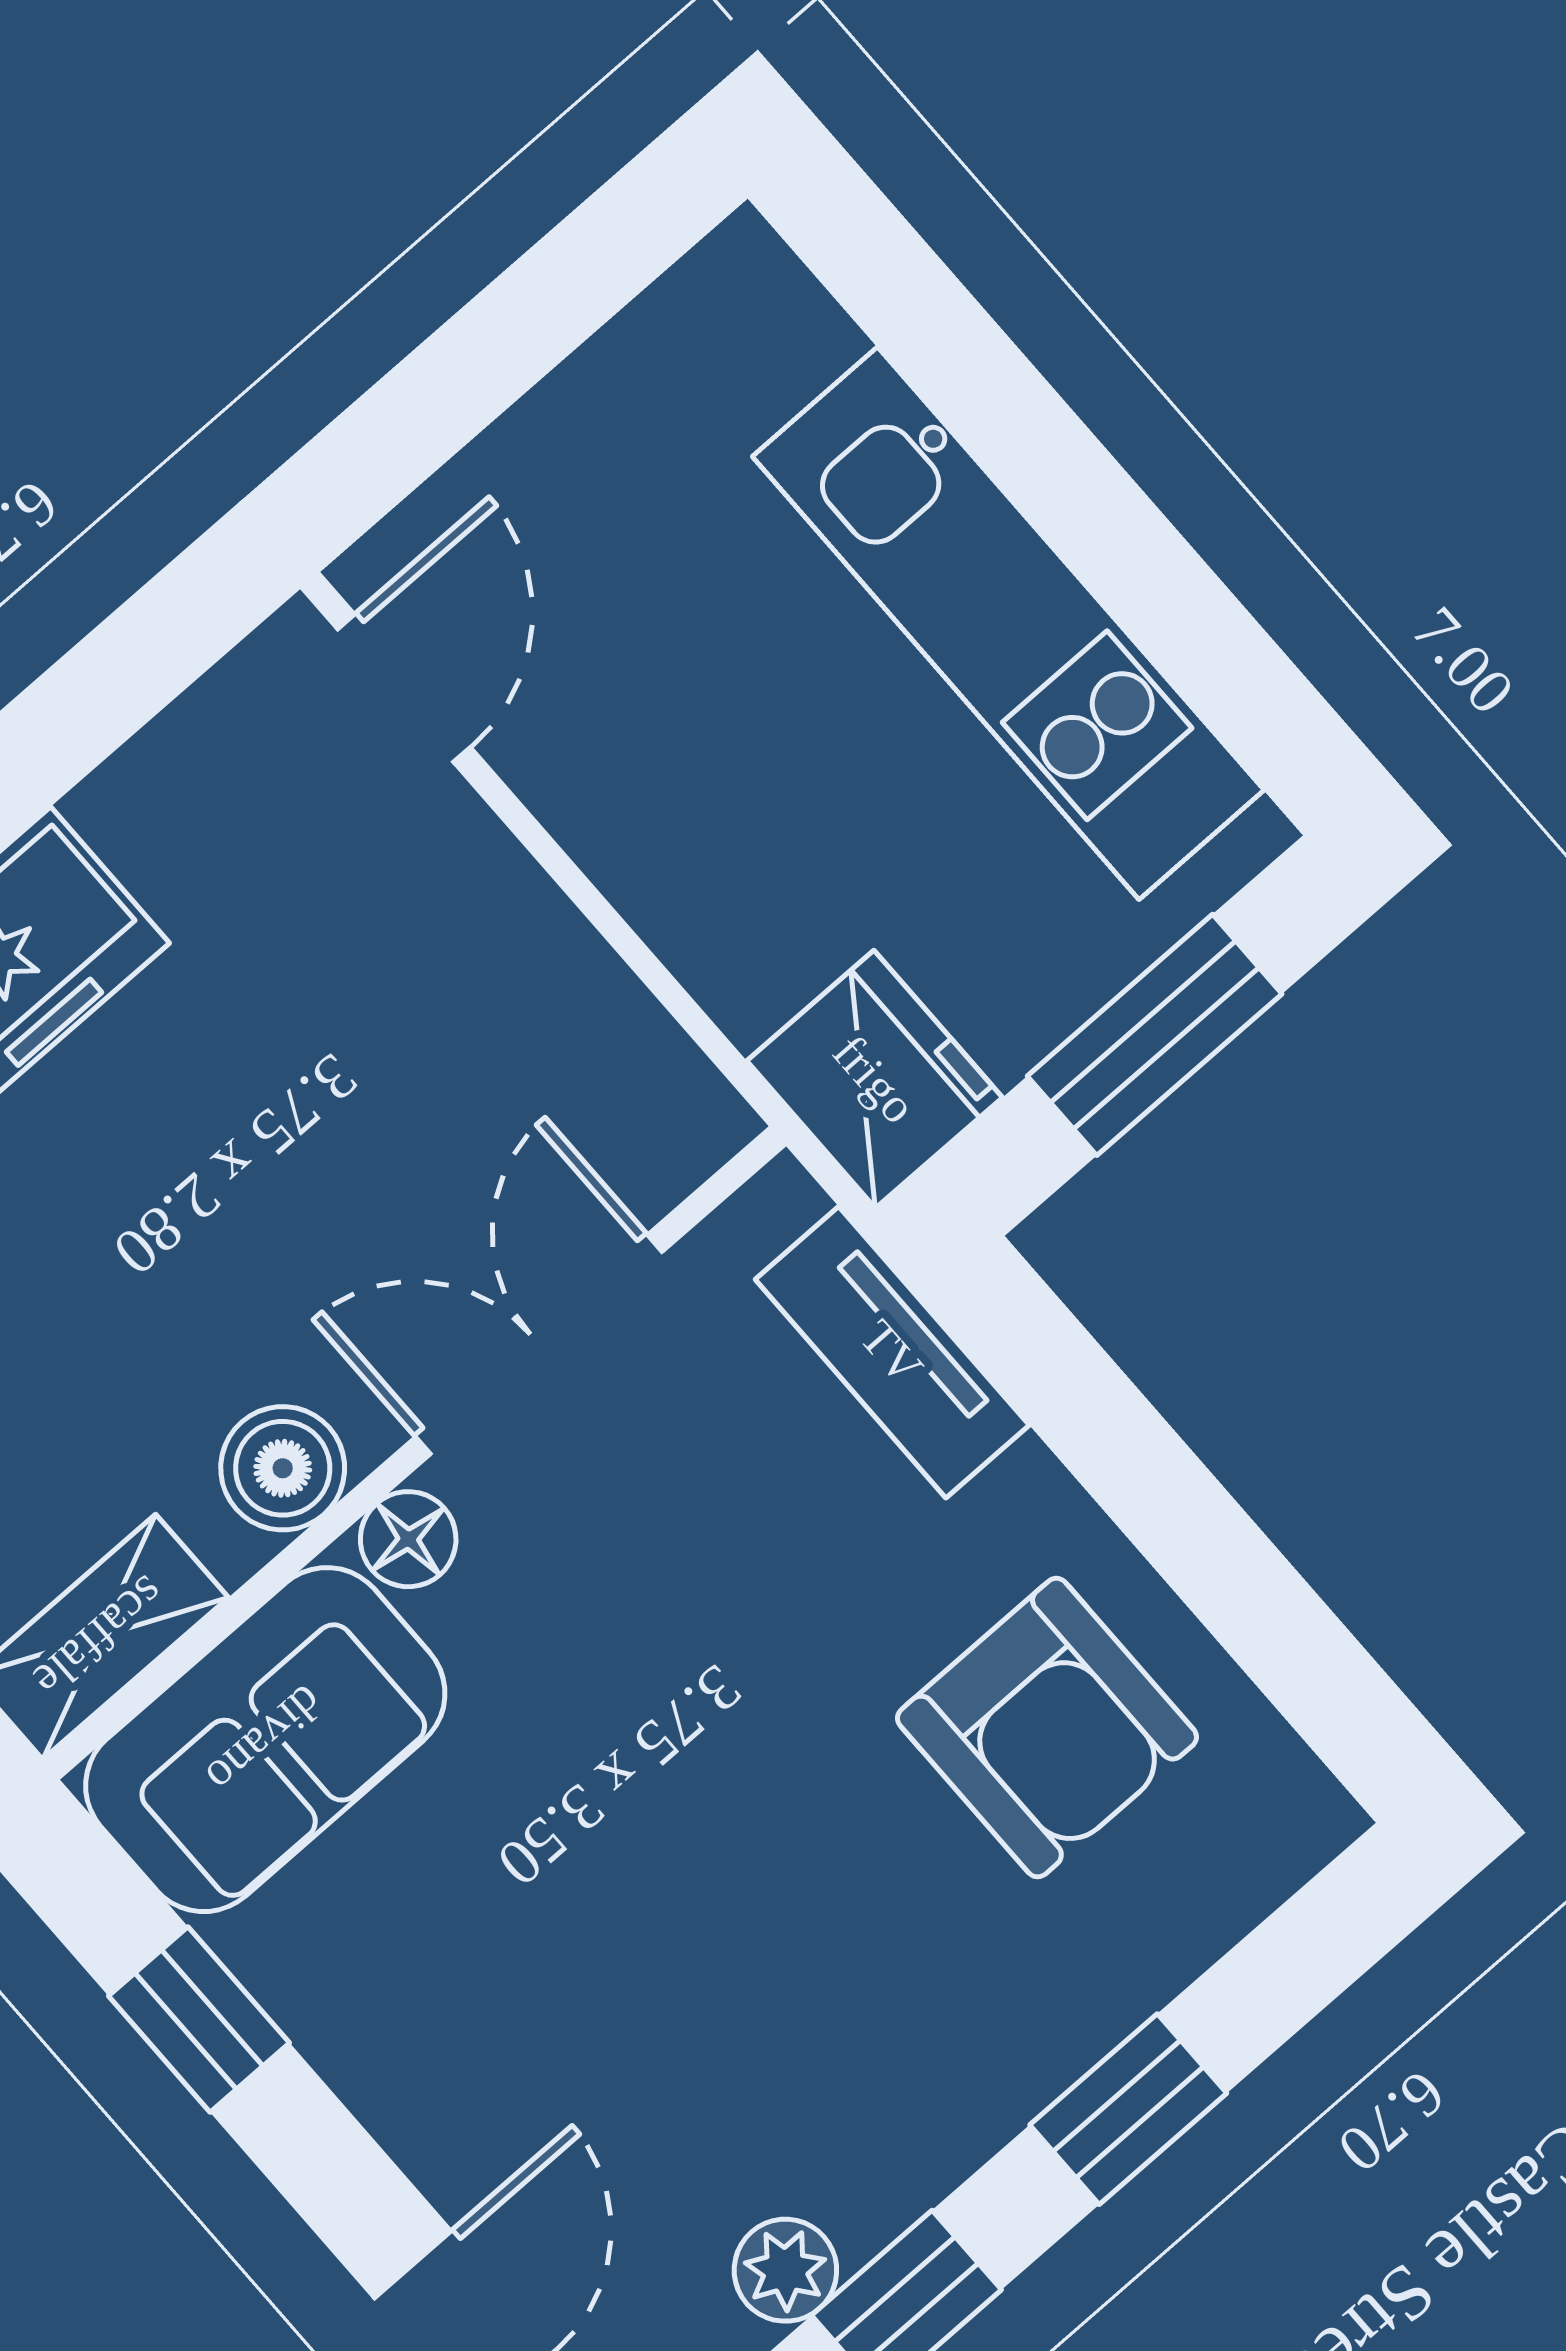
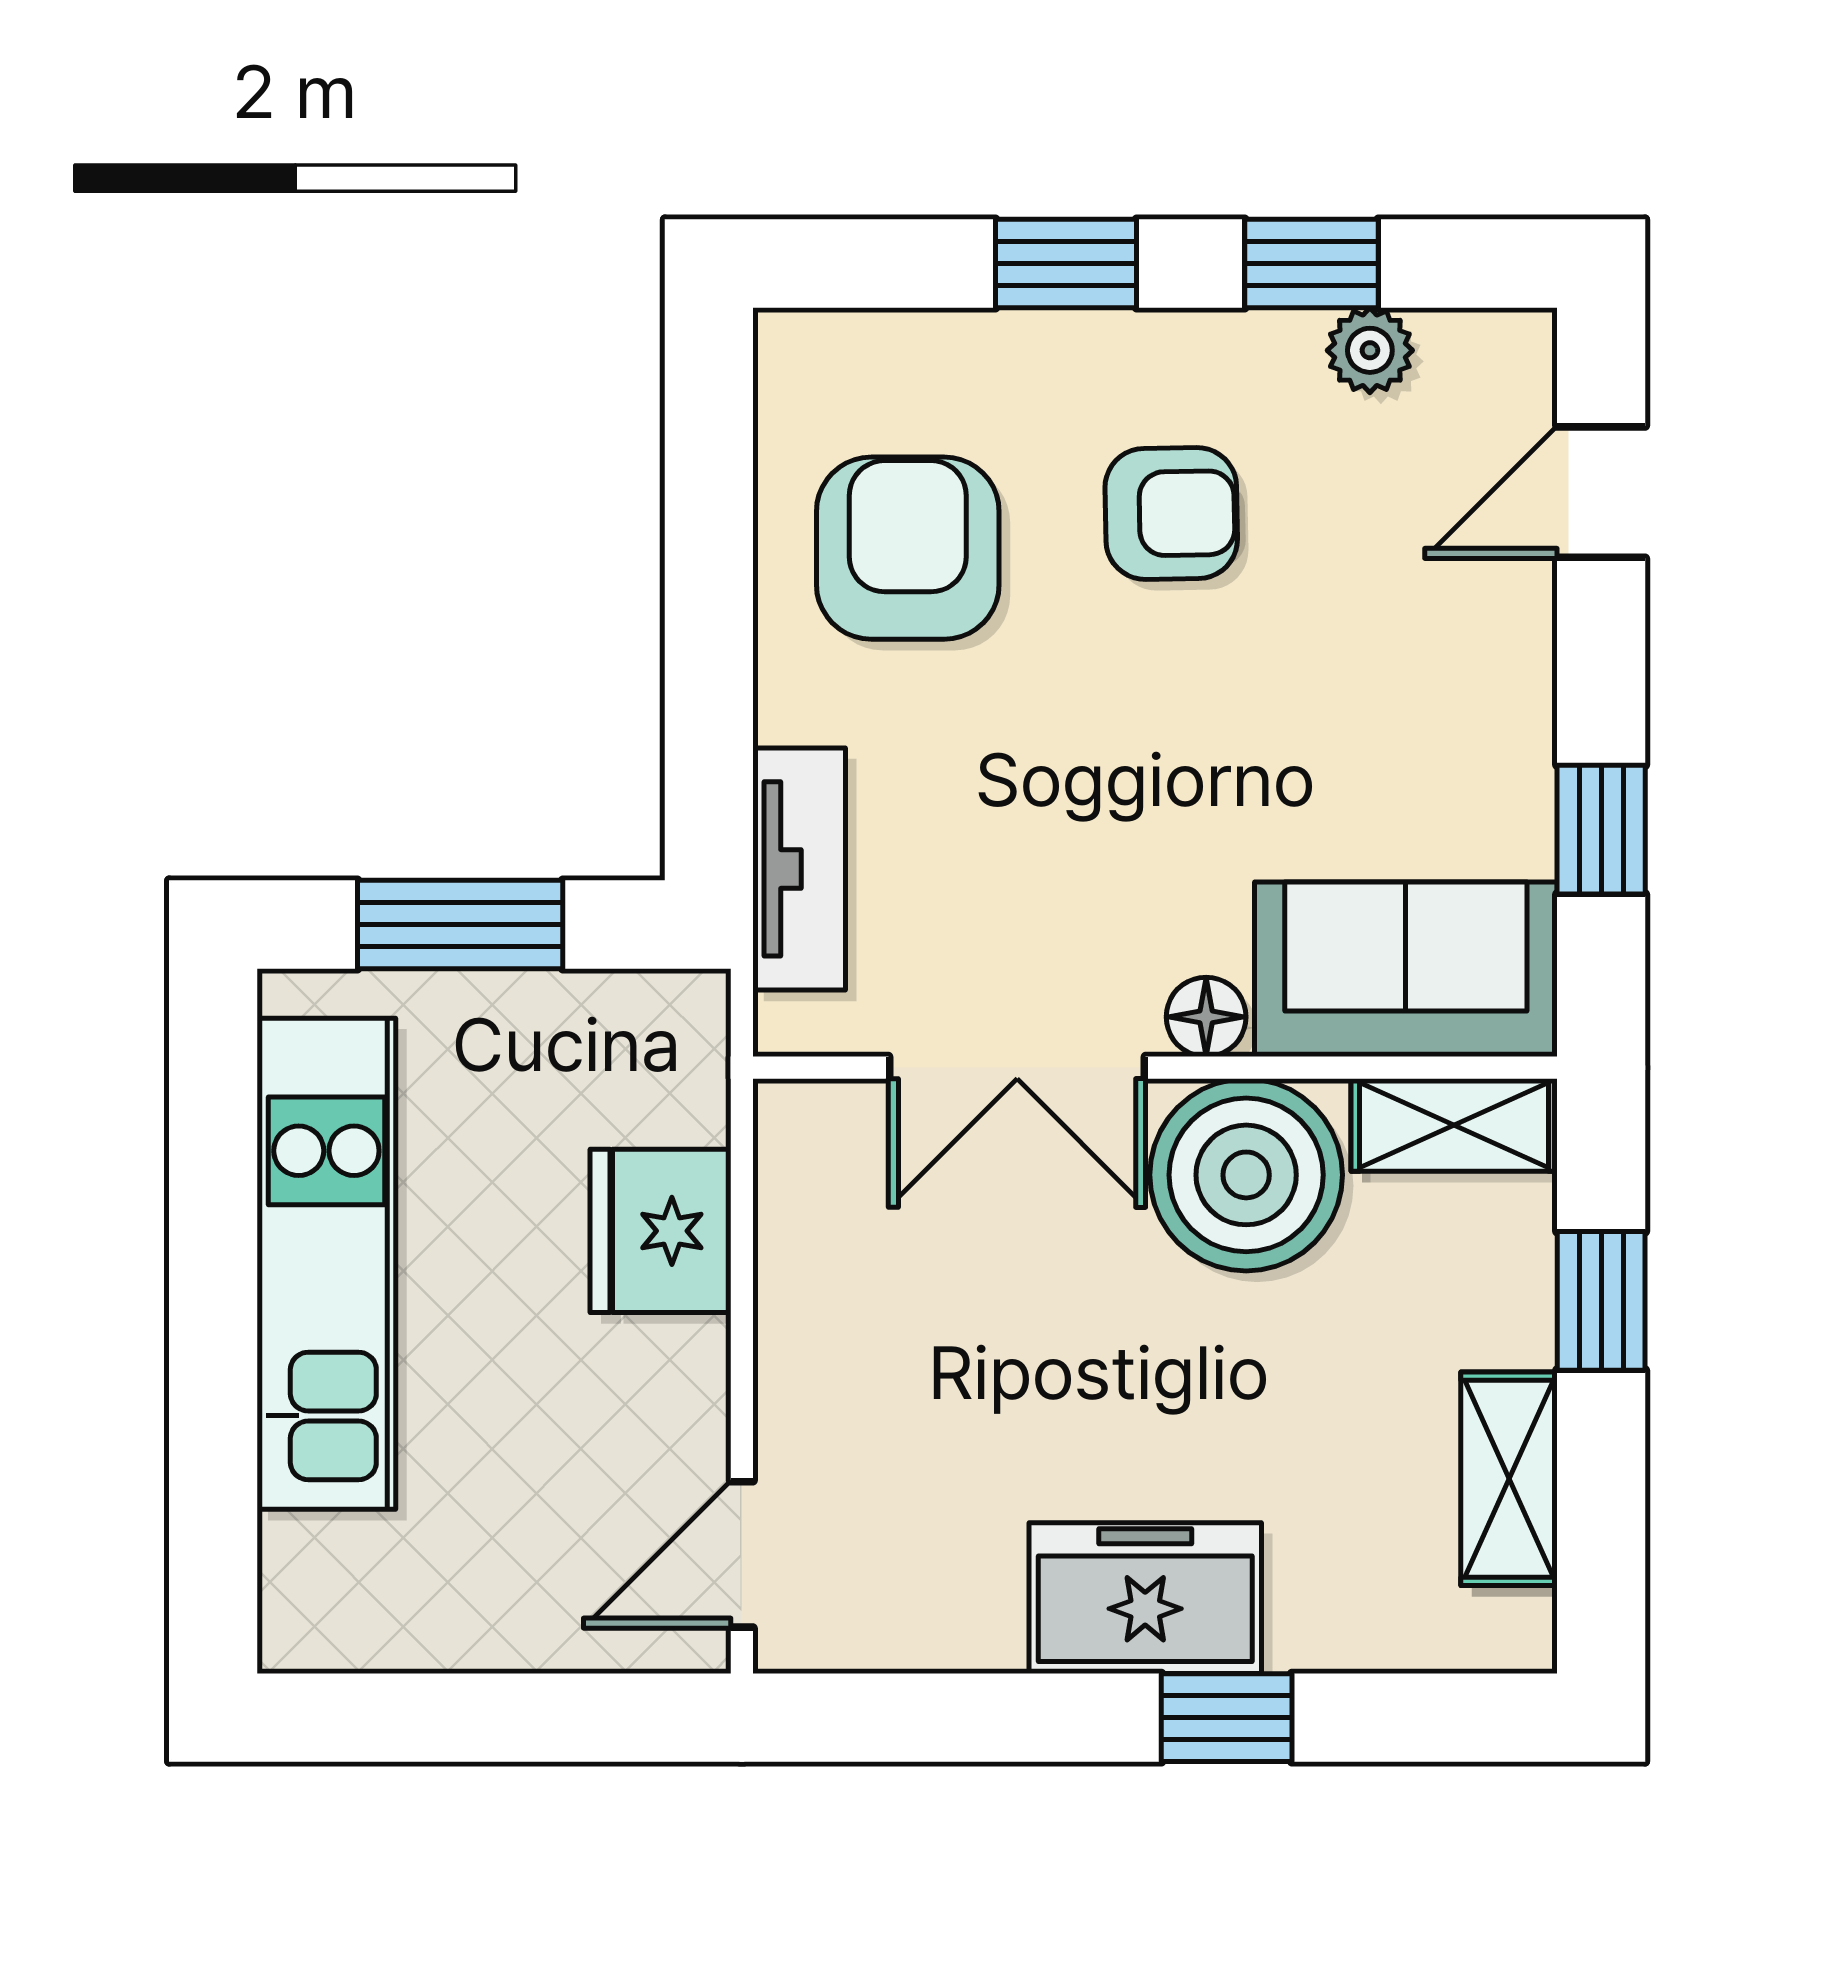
fridge: (875, 1079) -> (661, 1231), moved
boiler: (283, 1468) -> (1246, 1175), width x1.86, depth x1.86
armchair: (836, 1966) -> (1171, 514), added

